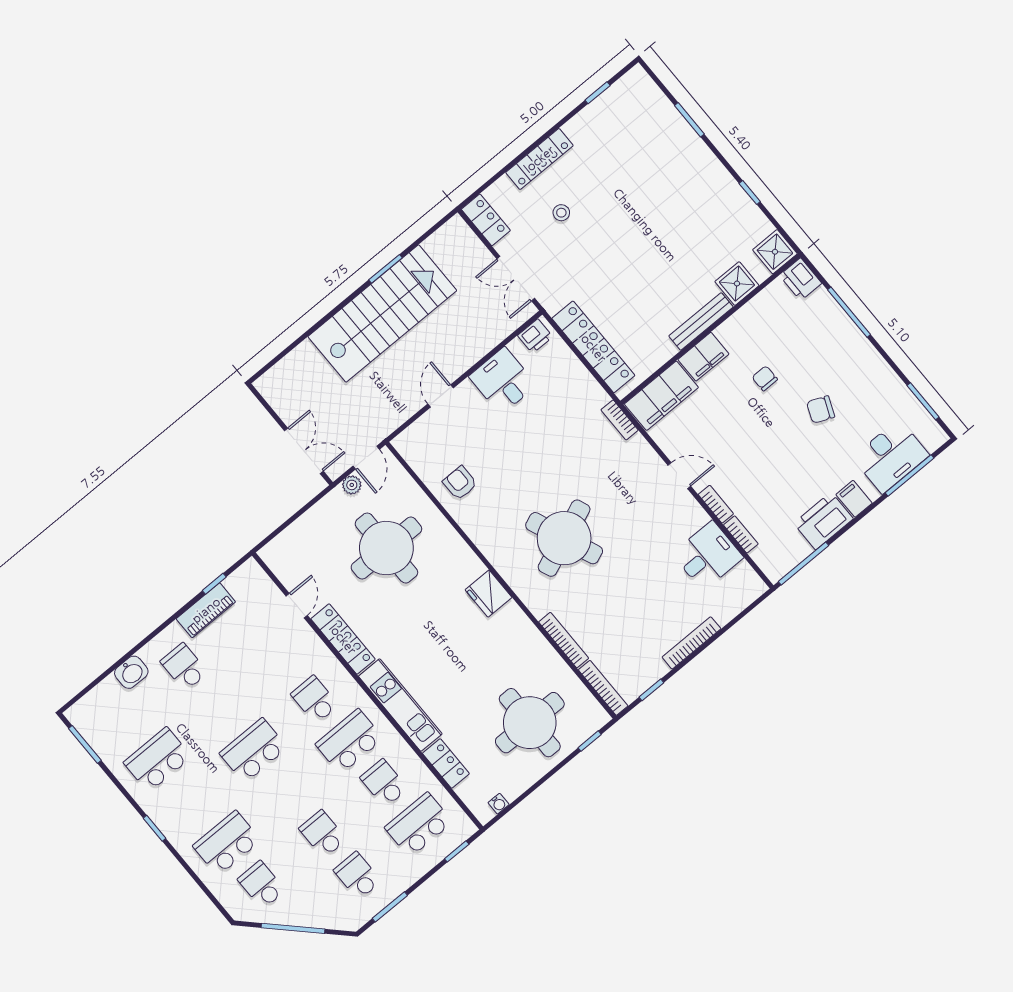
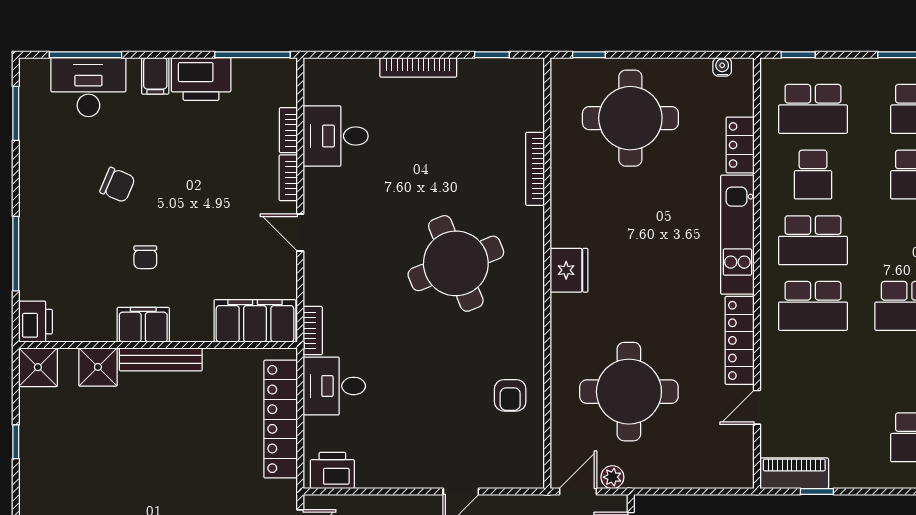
printer: (535, 336) -> (332, 470), width x1.36, depth x1.24
filing cabinet: (703, 357) -> (143, 325), moved
desk: (503, 381) -> (334, 386), moved, turned 90
piano: (206, 610) -> (794, 473), moved
bookcase: (603, 688) -> (535, 94), removed
school desk: (315, 700) -> (813, 306), width x1.85

